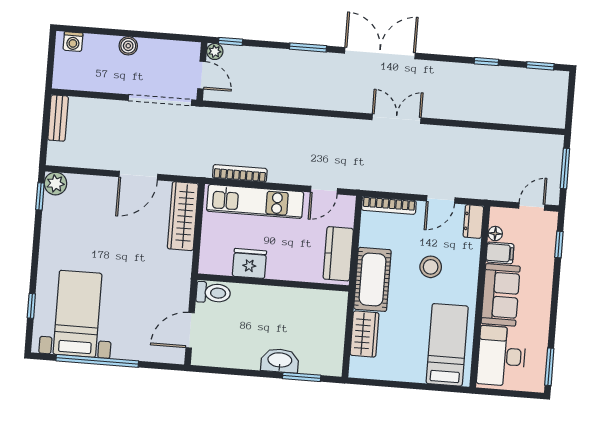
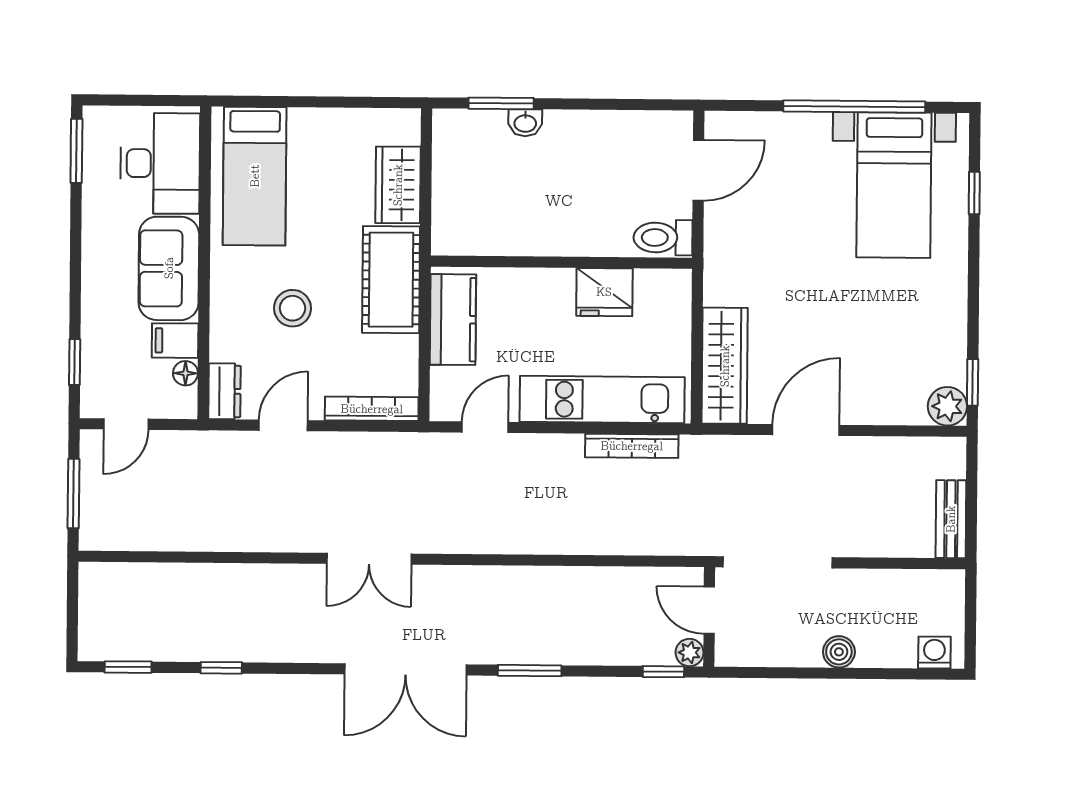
washbasin: (280, 361) -> (525, 123), width x0.52, depth x0.69

